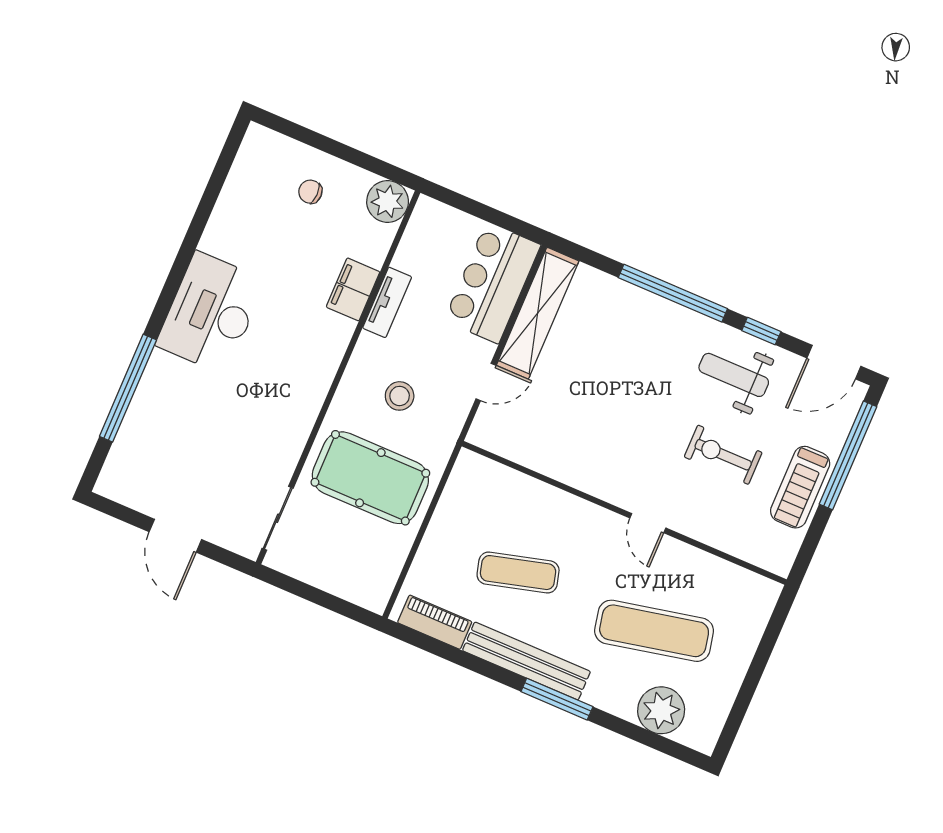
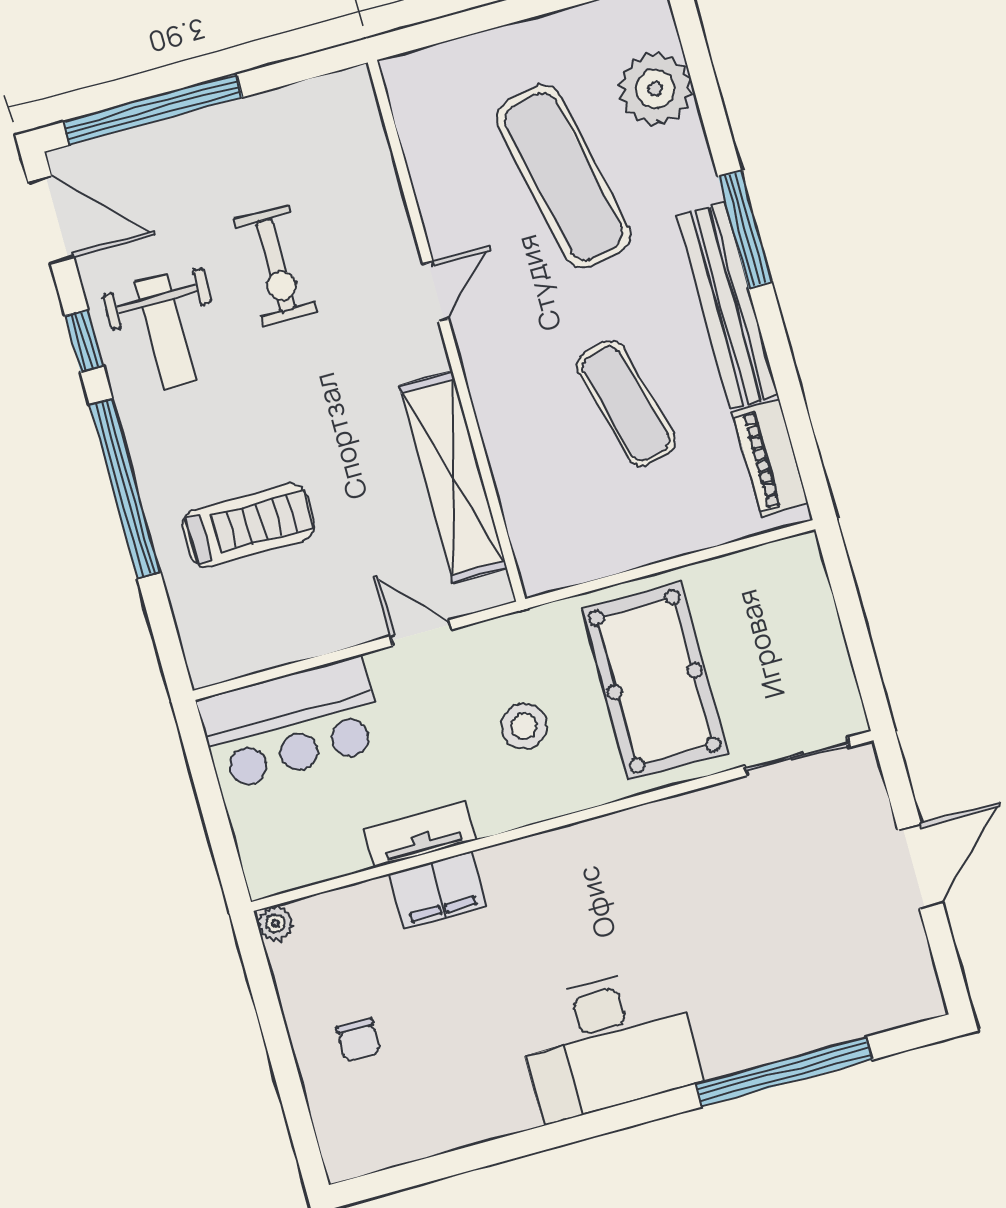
plant: (388, 201) -> (275, 923), width x0.53, depth x0.53
shelving: (538, 313) -> (453, 477), moved, turned 90
treadmill: (800, 487) -> (248, 525), moved

